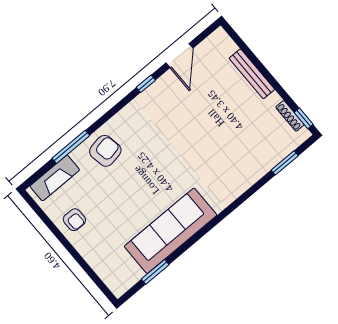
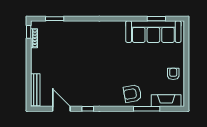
door: (179, 56) -> (61, 109), hinge flipped
bench: (252, 74) -> (35, 90), moved
sofa: (171, 231) -> (153, 32), moved

